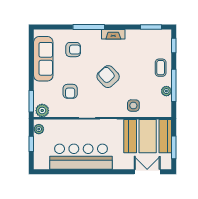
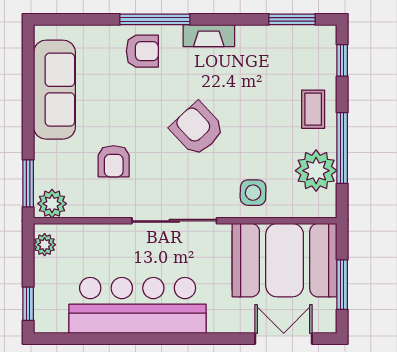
armchair: (73, 50) -> (142, 51), moved
plant: (166, 91) -> (316, 171), width x1.87, depth x1.87
window: (31, 144) -> (28, 304), moved

